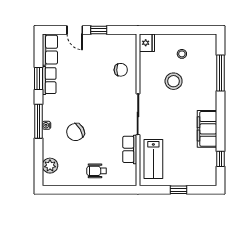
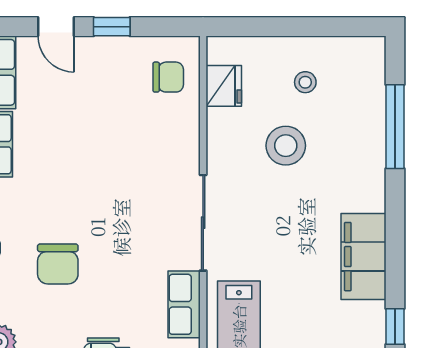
fridge: (147, 43) -> (224, 86), moved
chair: (121, 70) -> (168, 77), moved
chair: (75, 132) -> (58, 264), turned -61

